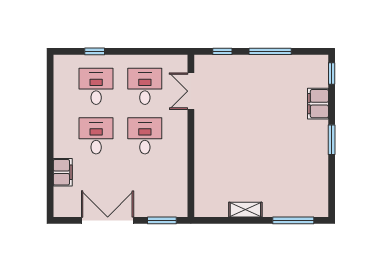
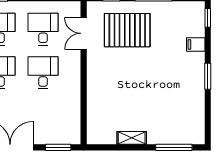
pallet: (240, 87) -> (127, 30), added
filing cabinet: (318, 104) -> (196, 44), width x0.50

